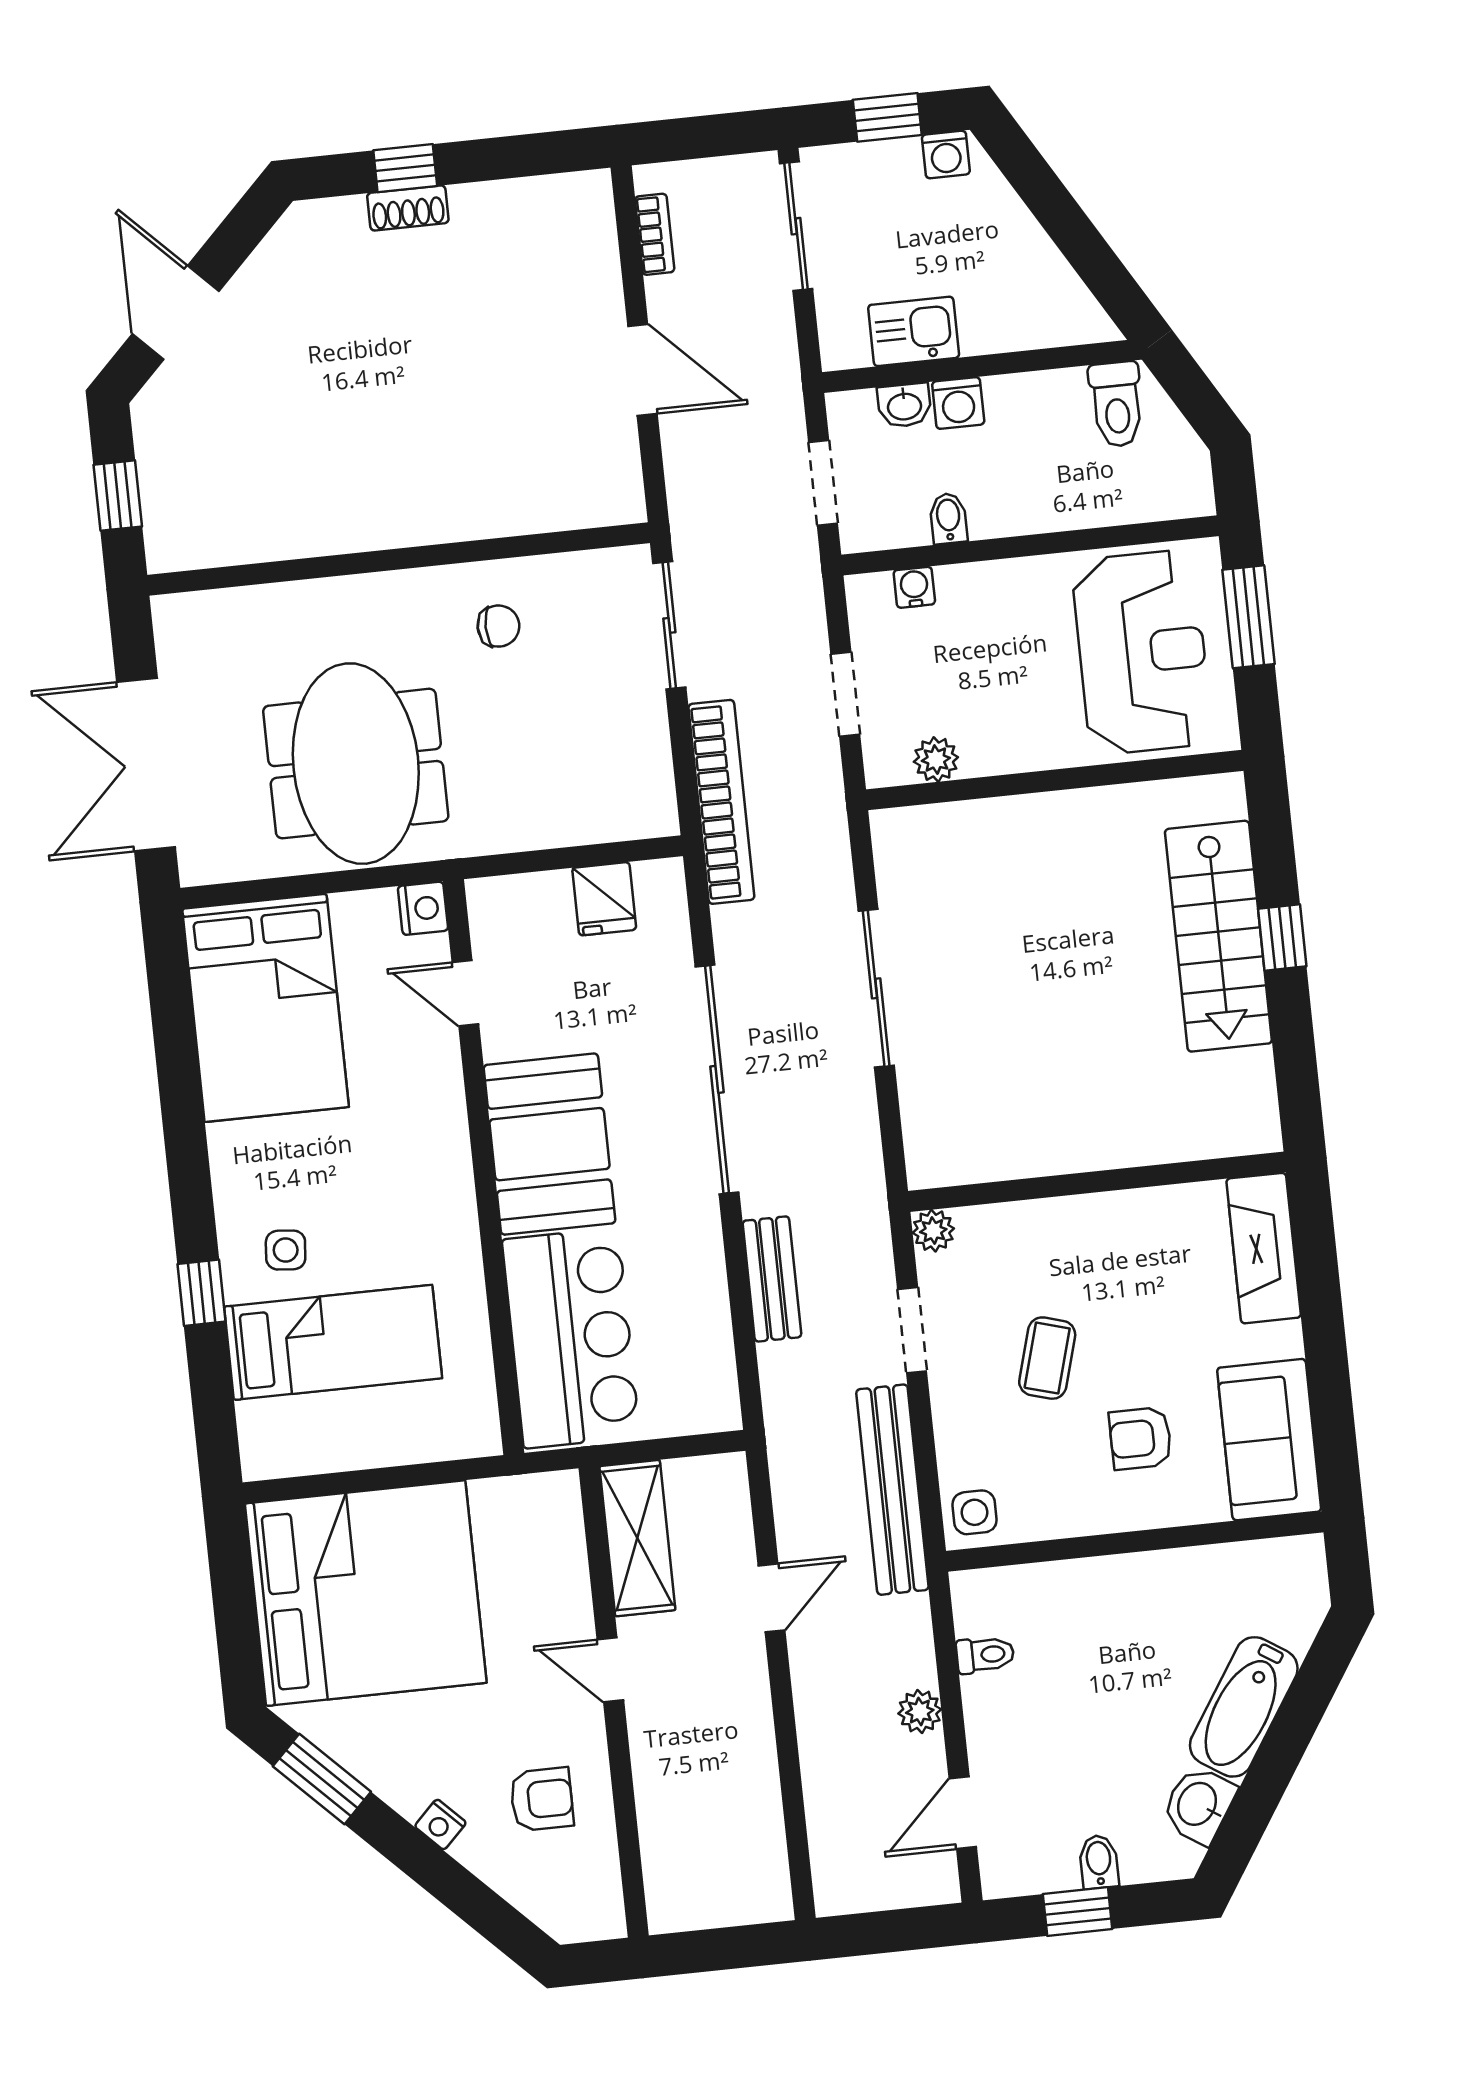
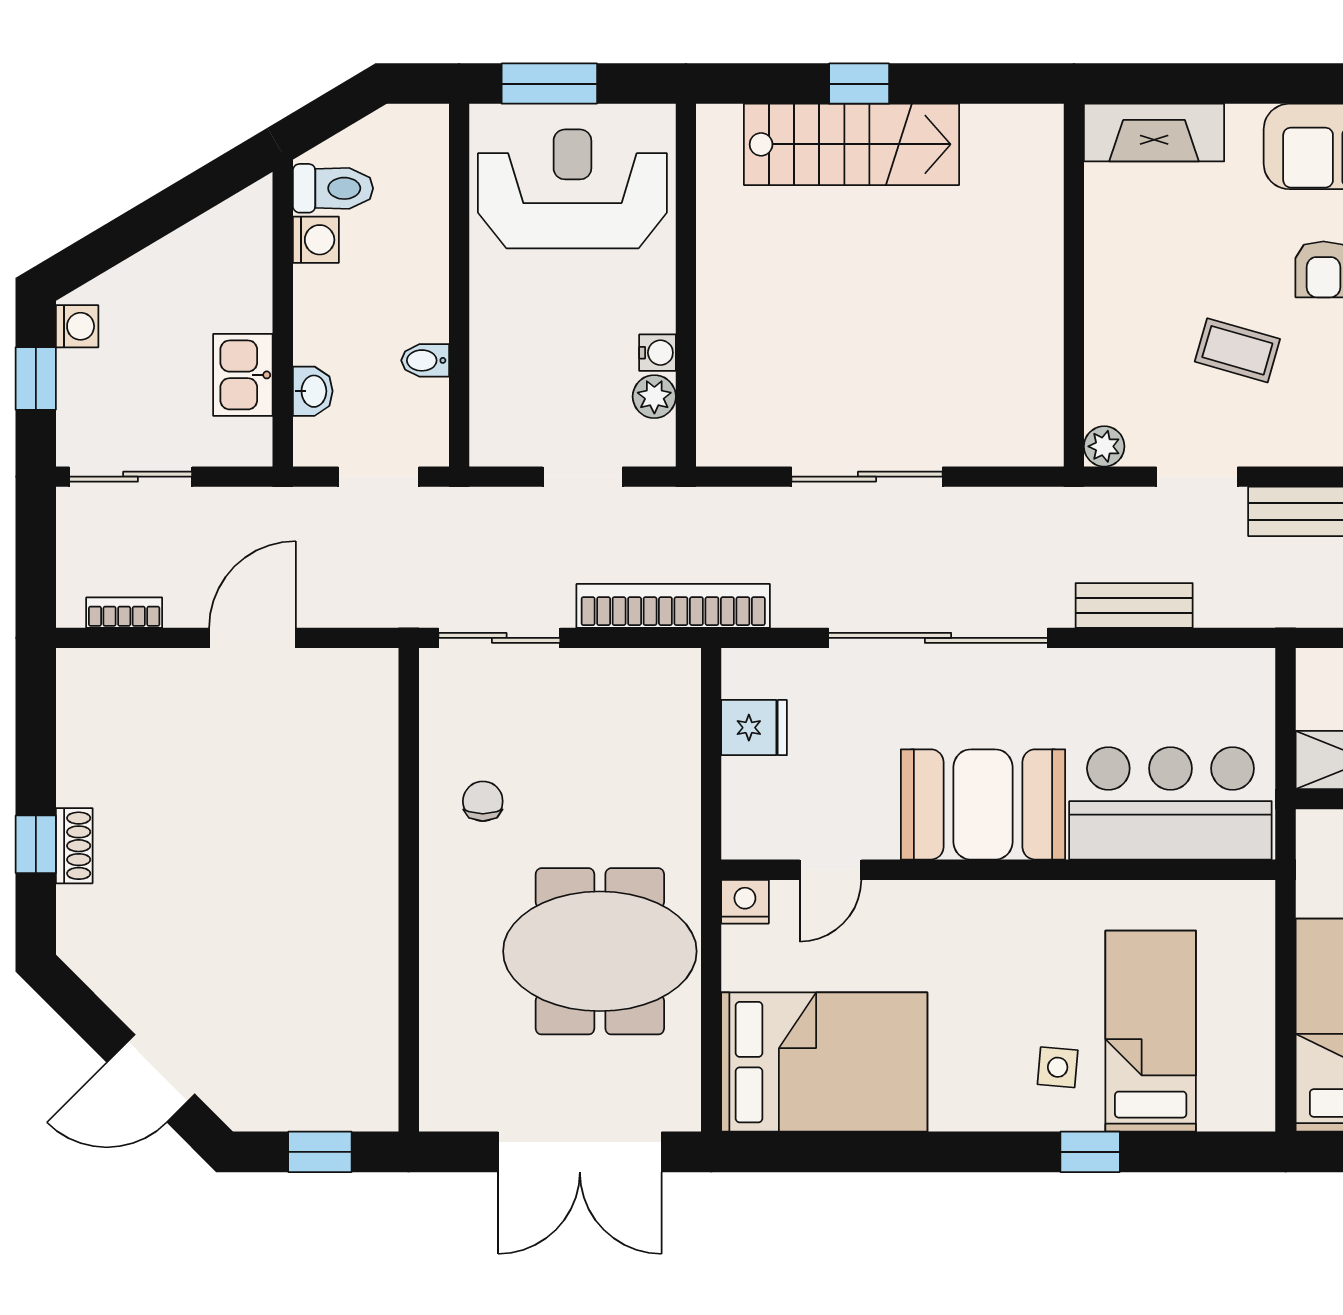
washing machine: (958, 403) -> (316, 240), moved
water cooler: (914, 587) -> (657, 353), moved, turned 180

